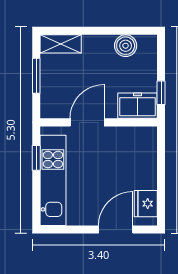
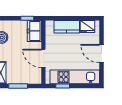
kitchen counter: (145, 165) -> (67, 27), added
door: (116, 230) -> (102, 54), moved

